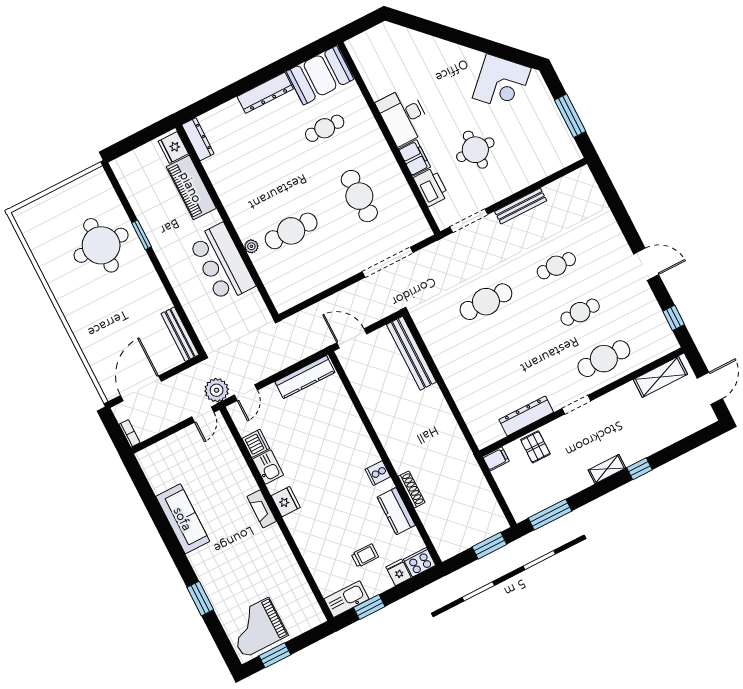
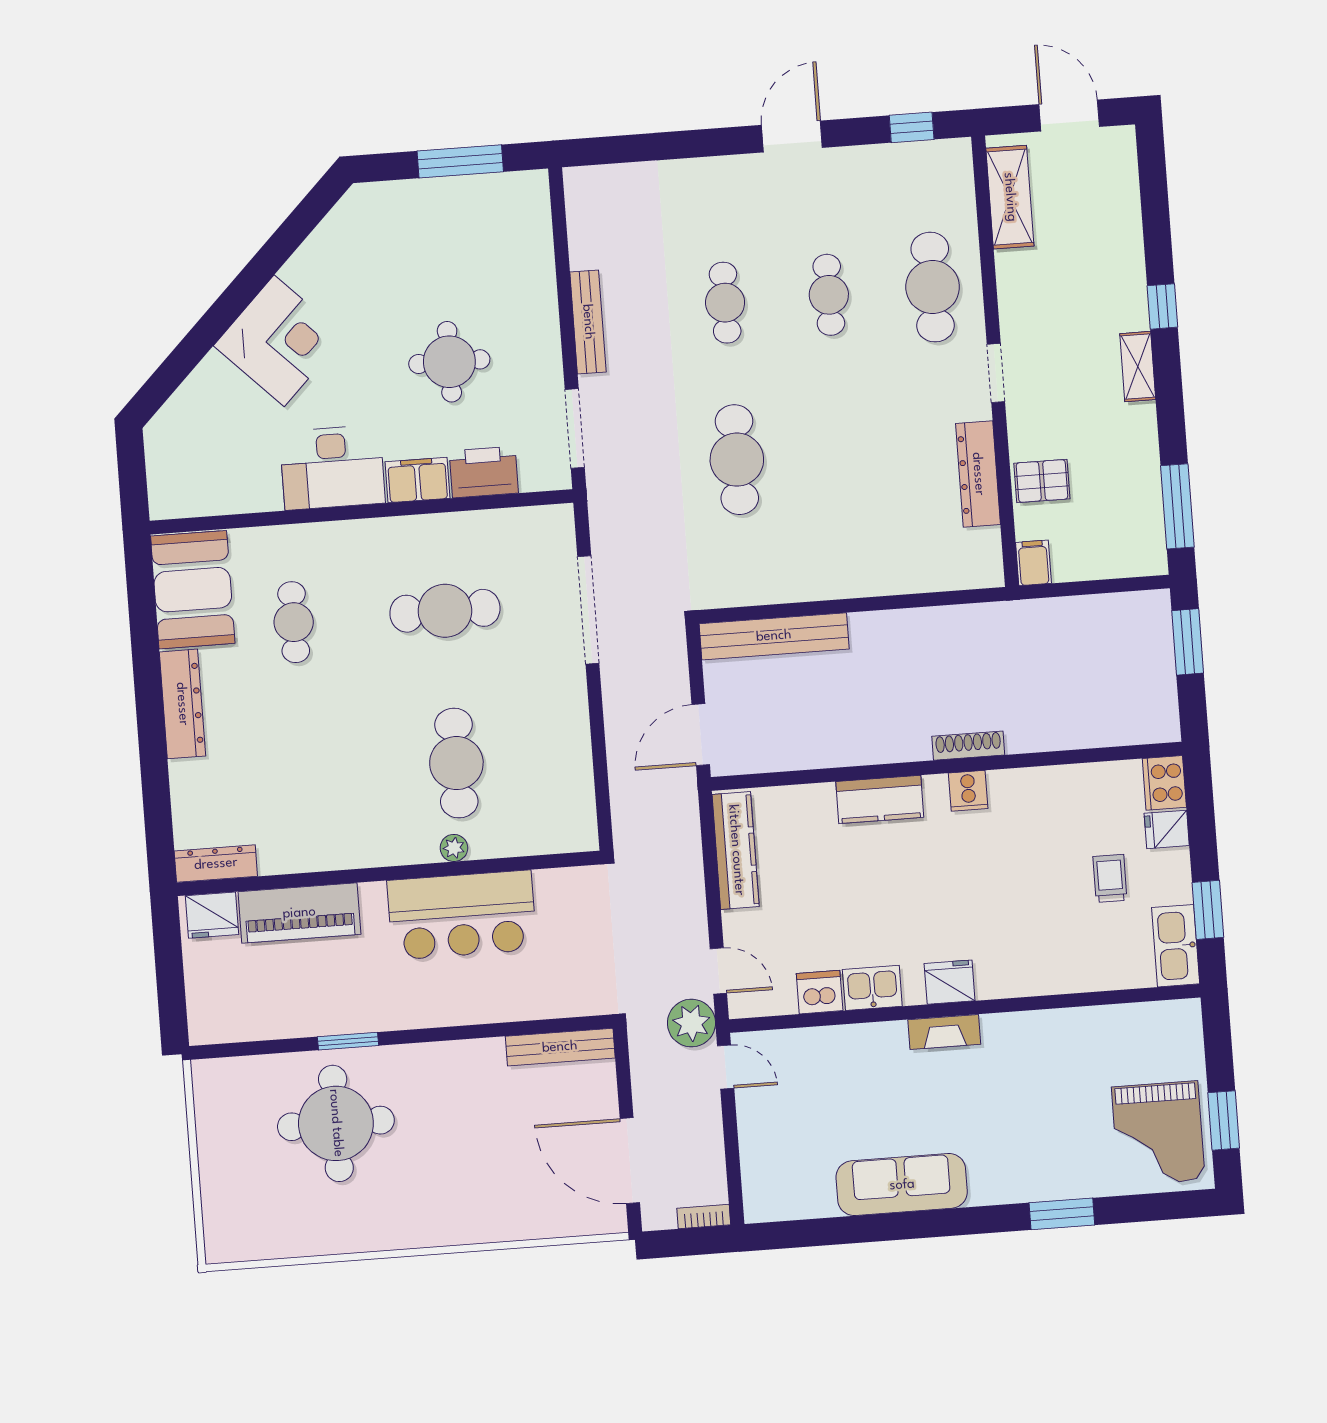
corner desk: (502, 83) -> (279, 341), moved
shoe rack: (412, 489) -> (968, 746), moved
kitchen counter: (396, 511) -> (880, 799), moved

